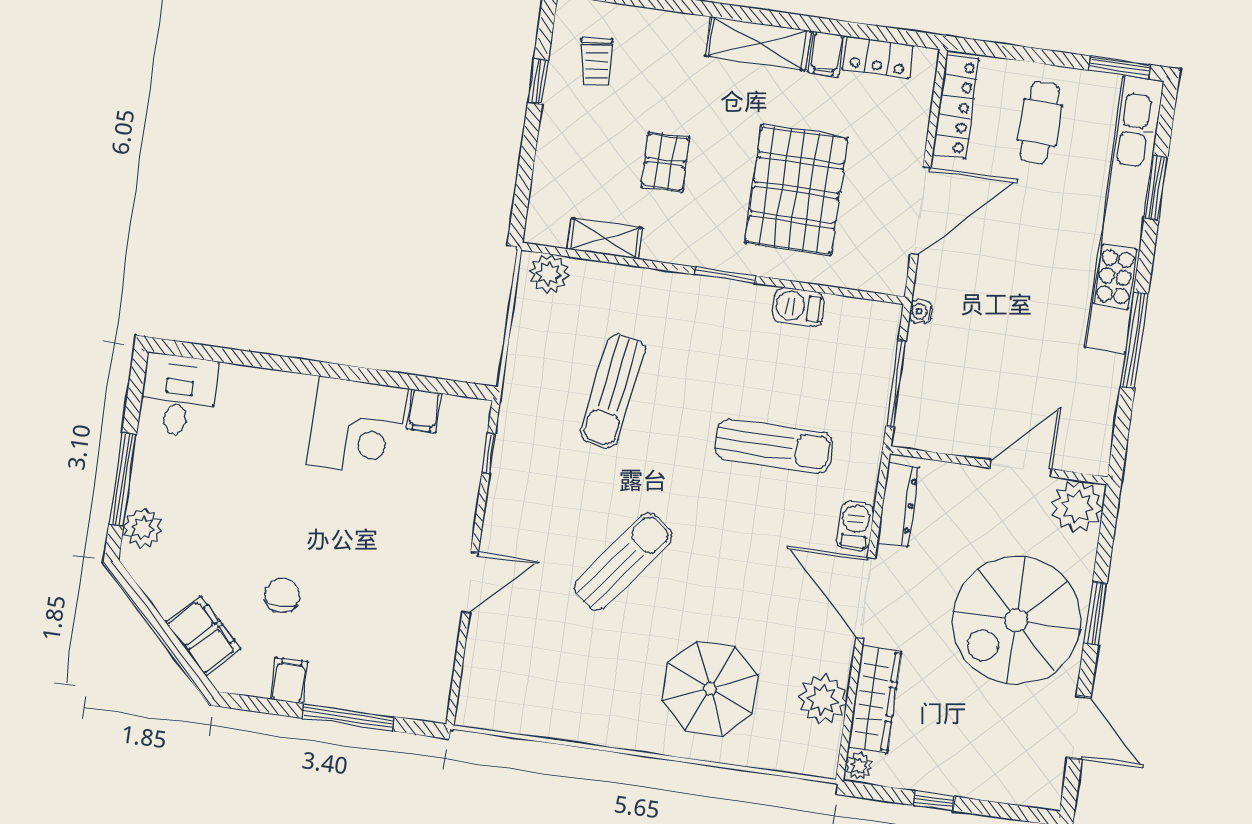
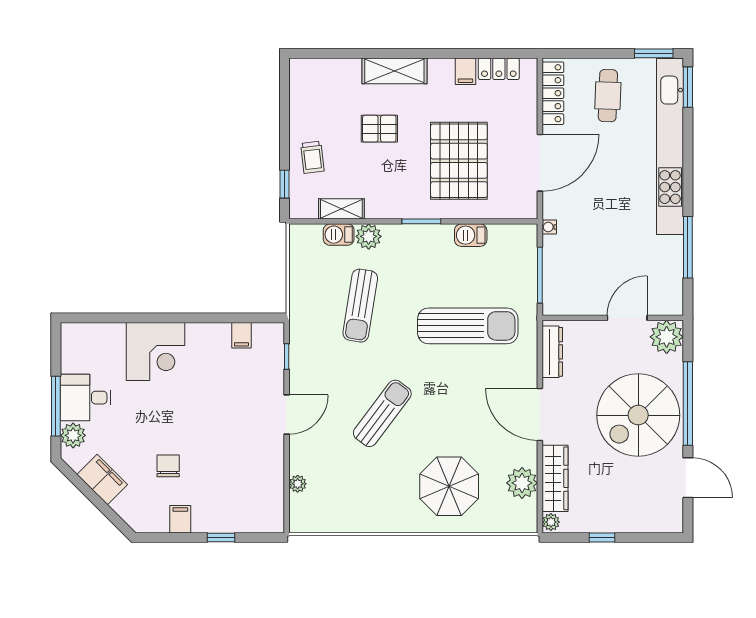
shelving: (758, 43) -> (394, 71), moved
trolley: (596, 62) -> (312, 157), moved
window: (538, 81) -> (284, 184), moved
pallet: (665, 162) -> (379, 129), moved, turned 90
window: (1156, 188) -> (688, 87), moved
plant: (549, 274) -> (369, 236), moved
window: (1134, 340) -> (688, 247), moved
desk: (178, 395) -> (86, 398), moved, turned -90
corner desk: (358, 427) -> (155, 351), moved
sun lounger: (774, 446) -> (468, 326), width x1.36, depth x1.34
barbecue: (855, 526) -> (339, 235), moved, turned -90
door: (470, 582) -> (287, 415), moved
window: (1095, 614) -> (688, 403), width x2.11
filing cabinet: (203, 636) -> (102, 479), moved
plant: (478, 652) -> (298, 484), added
window: (348, 717) -> (221, 537), width x0.46

